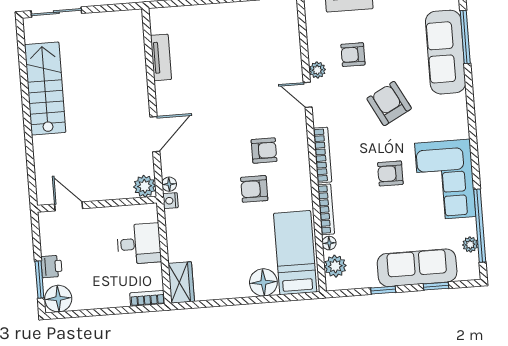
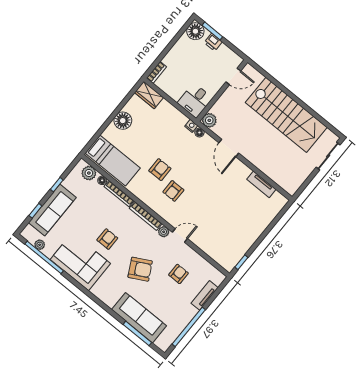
plant: (317, 70) -> (164, 232), moved
stairs: (45, 88) -> (286, 115), width x1.36, depth x1.51
desk: (139, 244) -> (195, 100), moved
floor lamp: (263, 282) -> (123, 121), moved

